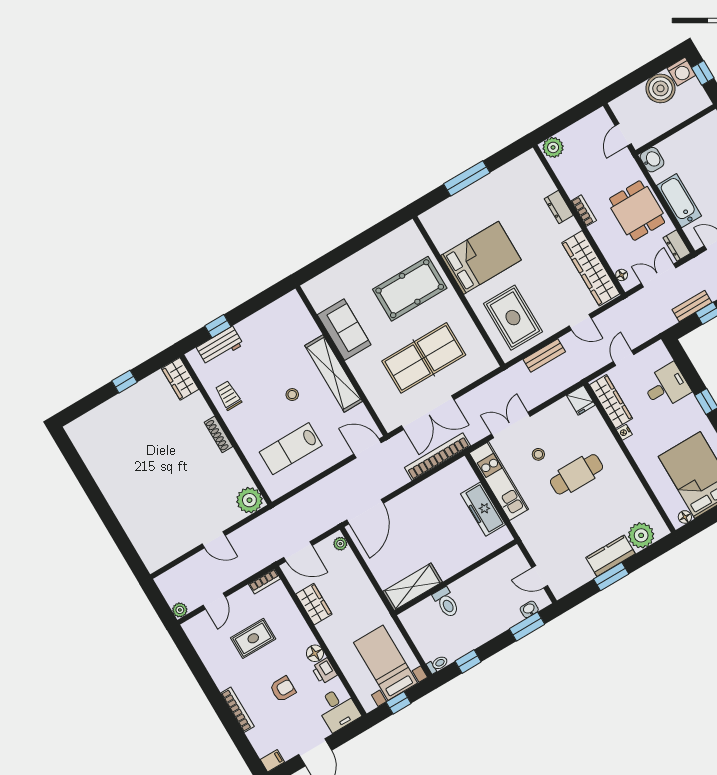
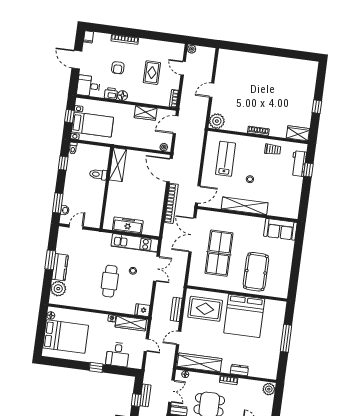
bed: (481, 258) -> (244, 316), width x1.36
sofa: (344, 330) -> (280, 229), moved
bookcase: (437, 457) -> (171, 203), moved

